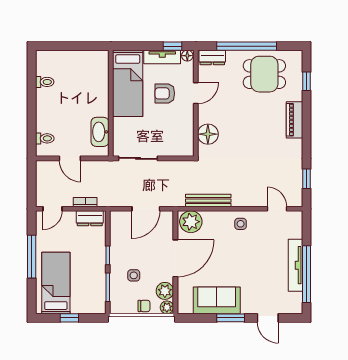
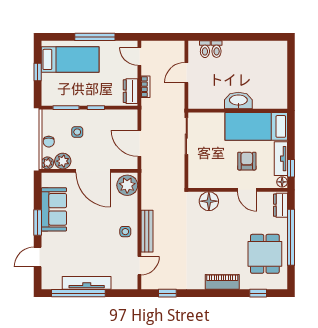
toilet: (45, 82) -> (217, 49), moved
washbasin: (100, 132) -> (238, 101), moved
bench: (208, 201) -> (147, 231), moved

